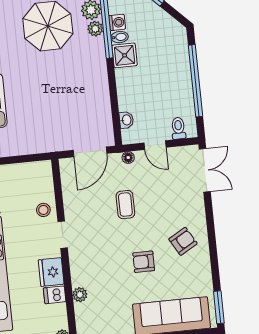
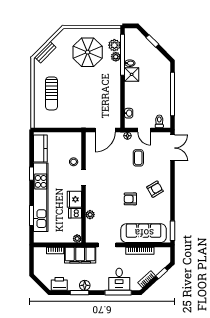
washing machine: (117, 22) -> (129, 54), removed
coffee table: (125, 205) -> (138, 158), moved

